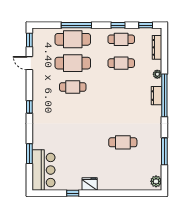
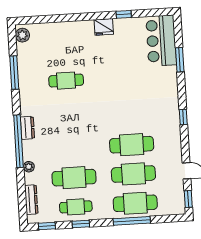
cafe table: (121, 63) -> (74, 178), width x1.37, depth x1.35
cafe table: (73, 87) -> (132, 145), width x1.37, depth x1.35
dresser: (156, 96) -> (27, 128), moved

